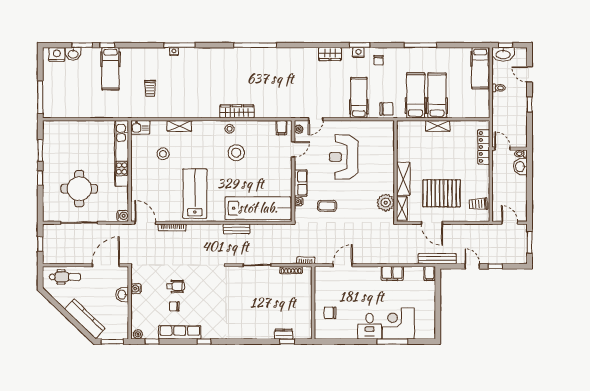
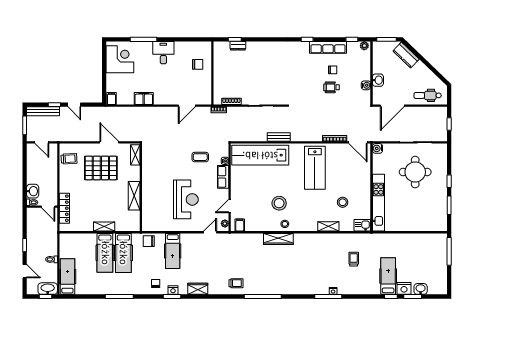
nightstand: (57, 54) -> (404, 288), moved
trolley: (286, 60) -> (236, 283), added
shelving: (403, 179) -> (134, 196), moved
plant: (386, 203) -> (149, 160), removed
bench: (437, 259) -> (43, 111), moved
kitchen counter: (85, 319) -> (406, 55), width x0.67
corner desk: (398, 323) -> (120, 59), moved, turned -90

